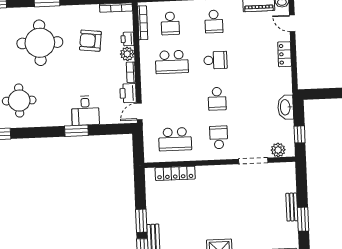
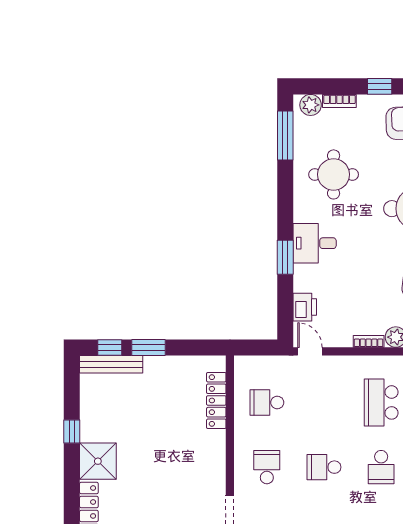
printer: (128, 93) -> (305, 307), moved, turned 90
desk: (85, 111) -> (315, 243), moved
school desk: (219, 137) -> (267, 467), turned -90
school desk: (175, 139) -> (267, 402), width x0.54

